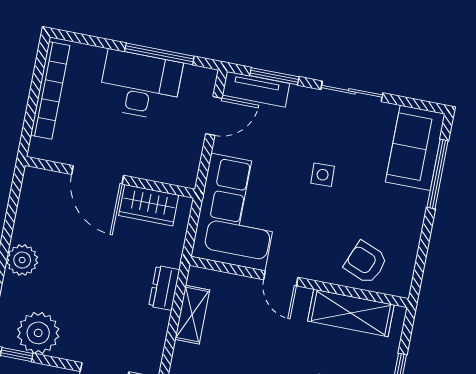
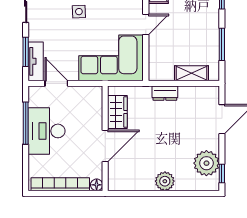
floor lamp: (38, 149) -> (97, 185), added
shelving: (192, 315) -> (192, 73), moved

